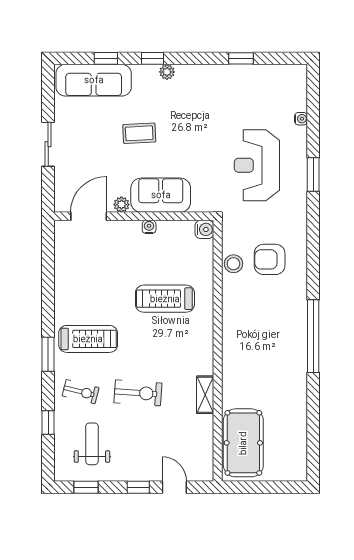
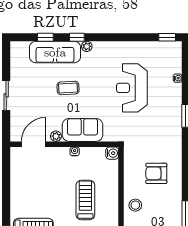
window: (241, 58) -> (167, 37), moved
sofa: (94, 80) -> (55, 52), moved
reception desk: (257, 165) -> (132, 88), moved
stool: (233, 264) -> (135, 205), moved
treadmill: (165, 299) -> (85, 200), turned 90

